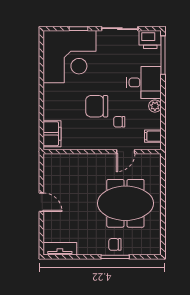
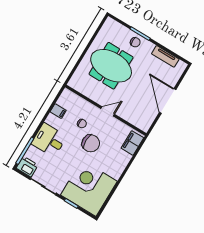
plant: (155, 106) -> (51, 120), removed
filing cabinet: (153, 136) -> (58, 111), moved
door: (126, 152) -> (108, 111), moved
door: (41, 202) -> (168, 101), width x1.87
tv unit: (60, 249) -> (165, 56), moved

